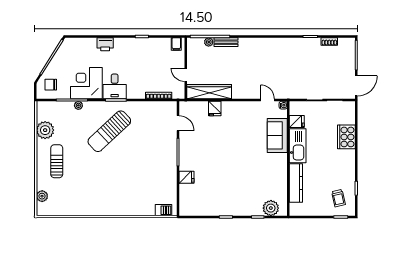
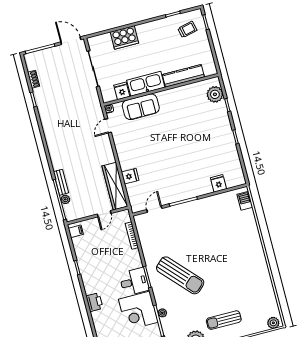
fridge: (186, 177) -> (218, 183), moved
plant: (42, 196) -> (273, 323), moved

